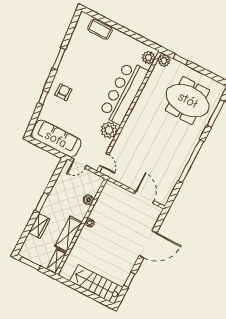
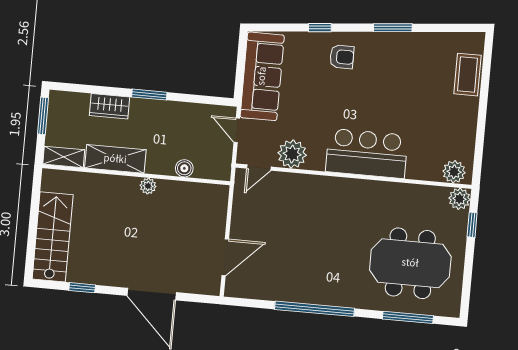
bar counter: (124, 93) -> (367, 153), width x0.73
meeting table: (188, 100) -> (410, 263), turned 90
plant: (109, 130) -> (292, 154), moved

